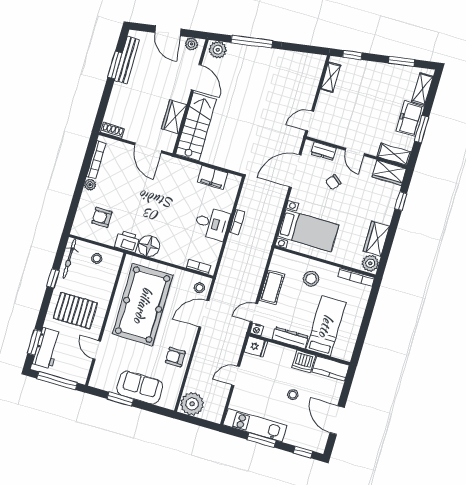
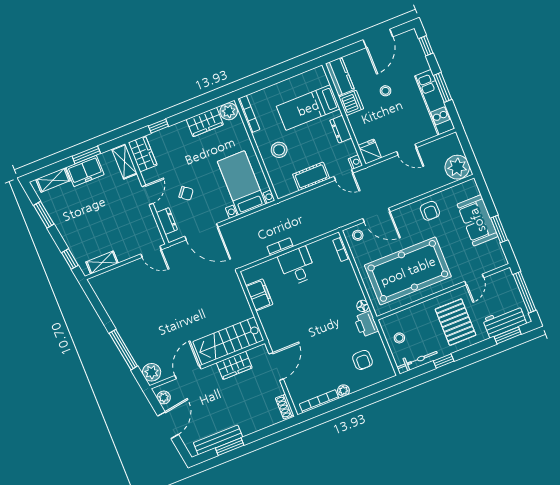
floor lamp: (149, 246) -> (363, 306), width x0.53, depth x0.53
dresser: (290, 338) -> (341, 129), width x0.70

